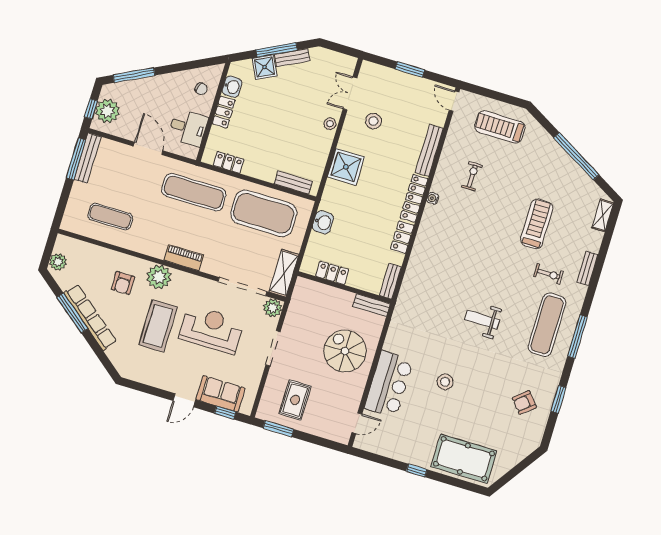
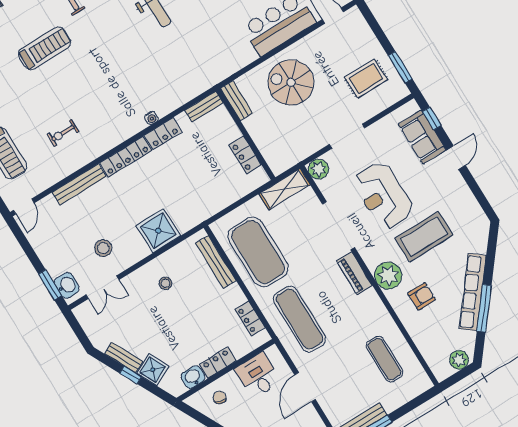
window: (277, 50) -> (131, 375), width x0.46
window: (410, 70) -> (50, 285), moved
stool: (330, 124) -> (166, 283), moved
bench: (293, 182) -> (216, 262), width x1.36
water cooler: (433, 198) -> (151, 118), moved
washbasin: (323, 222) -> (67, 285), moved, turned 90
treadmill: (537, 224) -> (45, 48), turned 180
doorway: (242, 287) -> (339, 226), moved
spiral stairs: (345, 351) -> (291, 82), turned 90
door: (184, 400) -> (456, 158), hinge flipped

